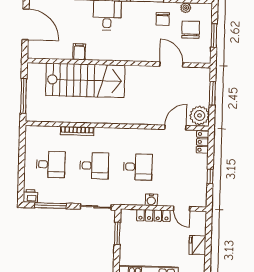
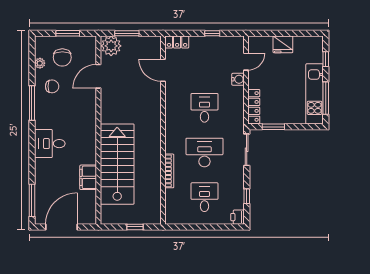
chair: (191, 30) -> (62, 57), turned -90
filing cabinet: (79, 52) -> (88, 177), width x2.00
window: (24, 96) -> (135, 227), width x0.46
plant: (200, 115) -> (111, 46), moved
desk: (94, 166) -> (204, 152), width x1.37
water cooler: (151, 200) -> (238, 79), moved
window: (50, 206) -> (247, 196), width x0.46
locker: (153, 215) -> (254, 106), moved

